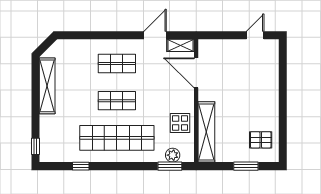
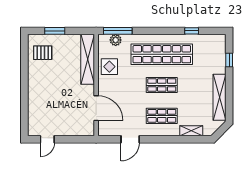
shelving: (180, 45) -> (191, 131), moved
window: (36, 146) -> (229, 60), moved
window: (170, 166) -> (118, 31), width x1.44

